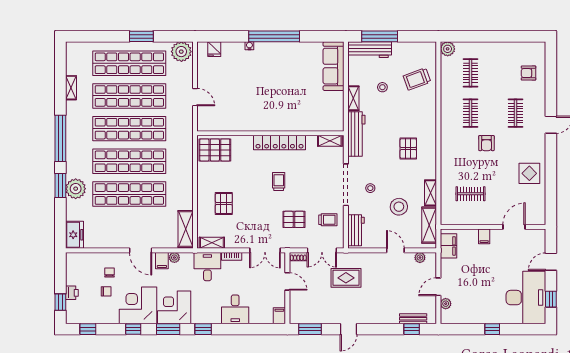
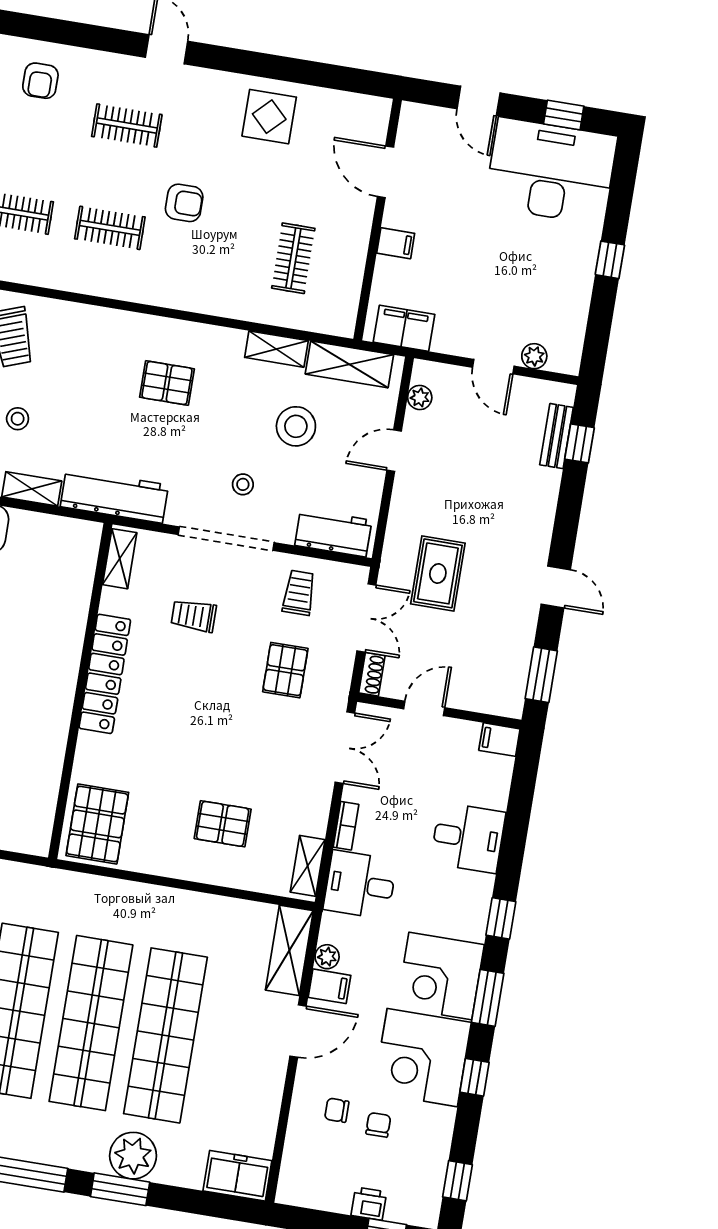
trolley: (279, 181) -> (194, 616), moved
shelving: (186, 229) -> (289, 950), moved, turned 90

